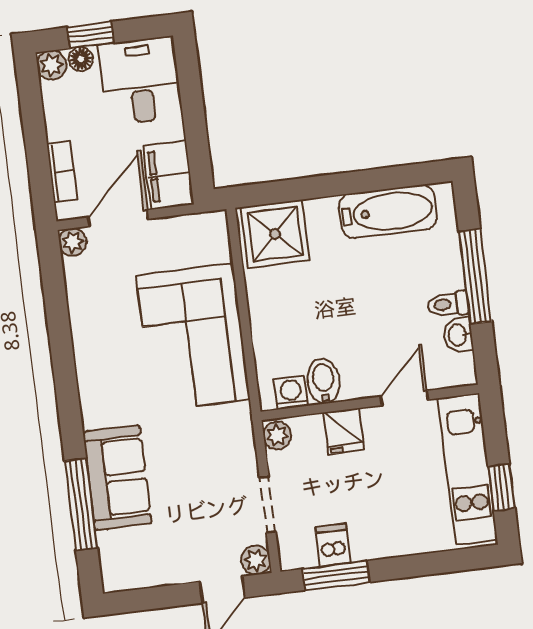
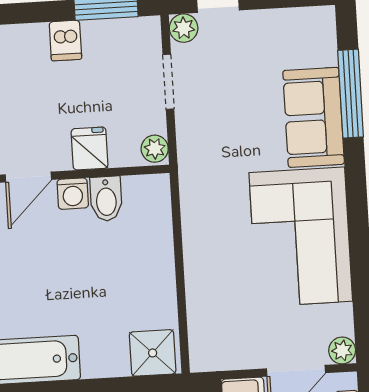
shower: (275, 234) -> (153, 353), width x0.73, depth x0.73
corner sofa: (193, 337) -> (301, 237), moved, turned 180
washing machine: (291, 392) -> (73, 194), moved
dishwasher: (333, 545) -> (65, 40), moved

